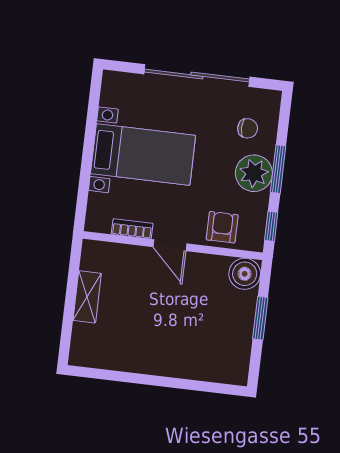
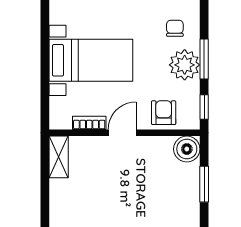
chair: (248, 128) -> (175, 28), turned -90
door: (170, 245) -> (122, 133), swing flipped
shelving: (87, 297) -> (59, 157), moved

